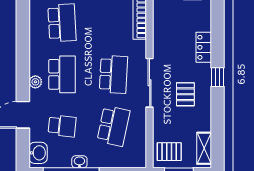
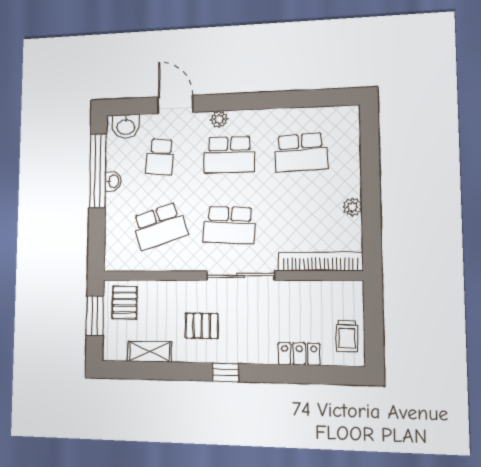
locker: (204, 47) -> (299, 354), moved
sliding door: (150, 83) -> (241, 276), moved
school desk: (113, 126) -> (160, 226), turned -30
shelving: (204, 148) -> (150, 352), moved

